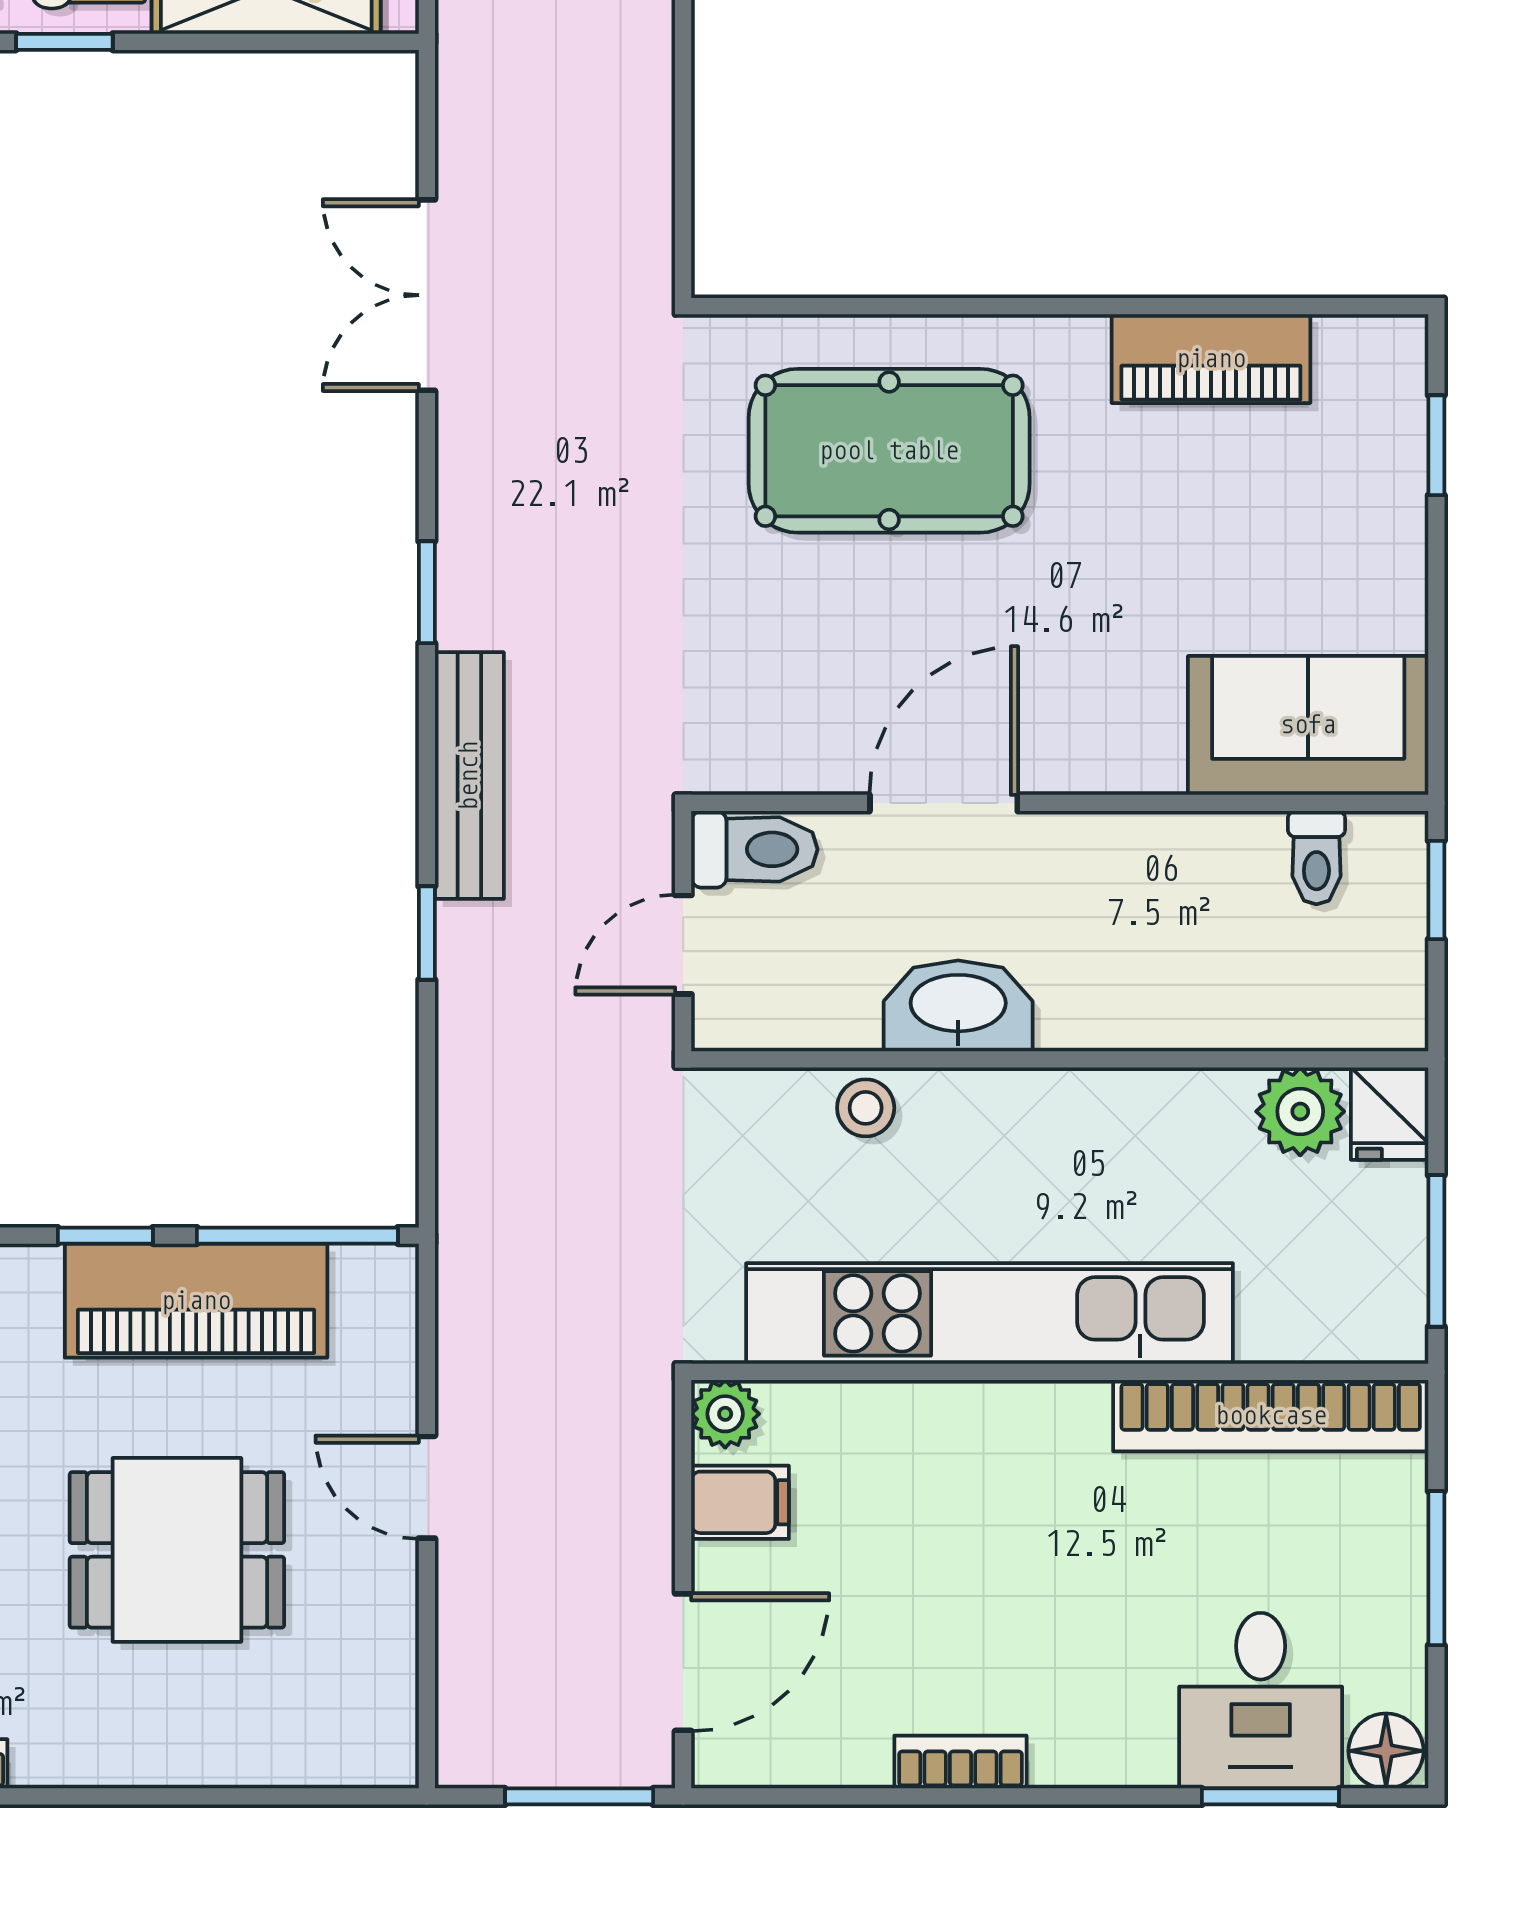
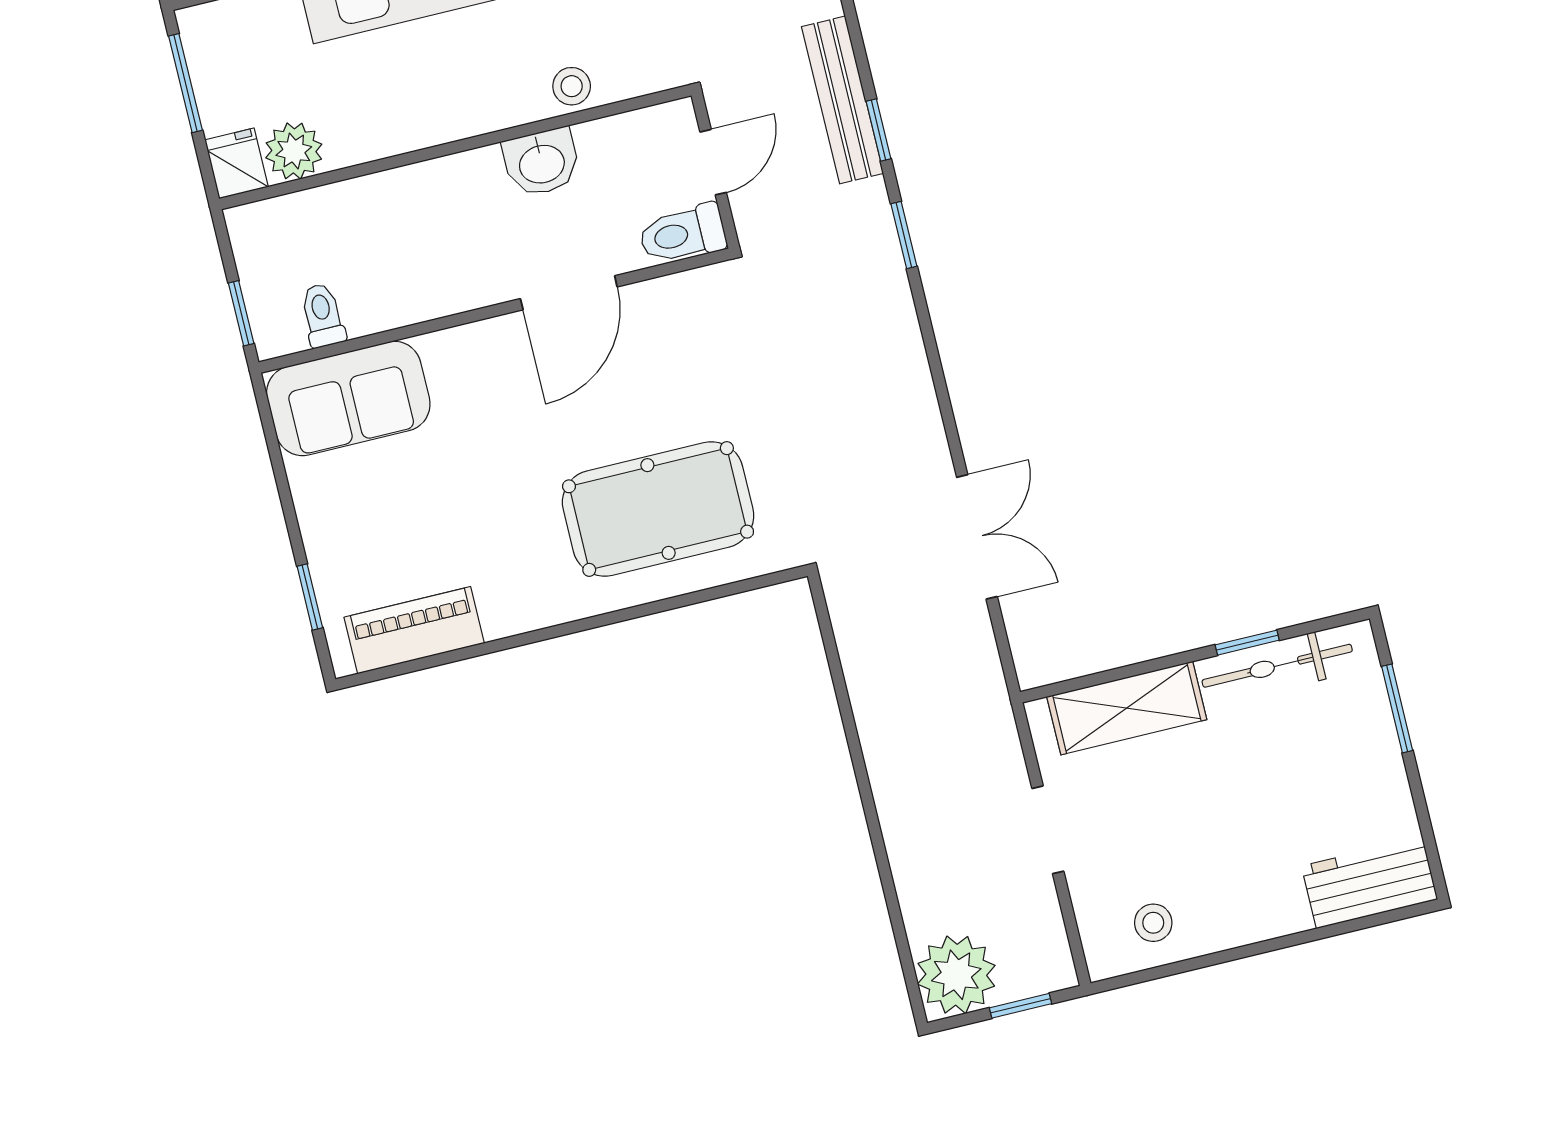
piano: (1211, 359) -> (414, 630), moved
window: (427, 592) -> (904, 235), moved
bench: (469, 776) -> (843, 100), moved
washbasin: (958, 1006) -> (542, 162), width x0.72

